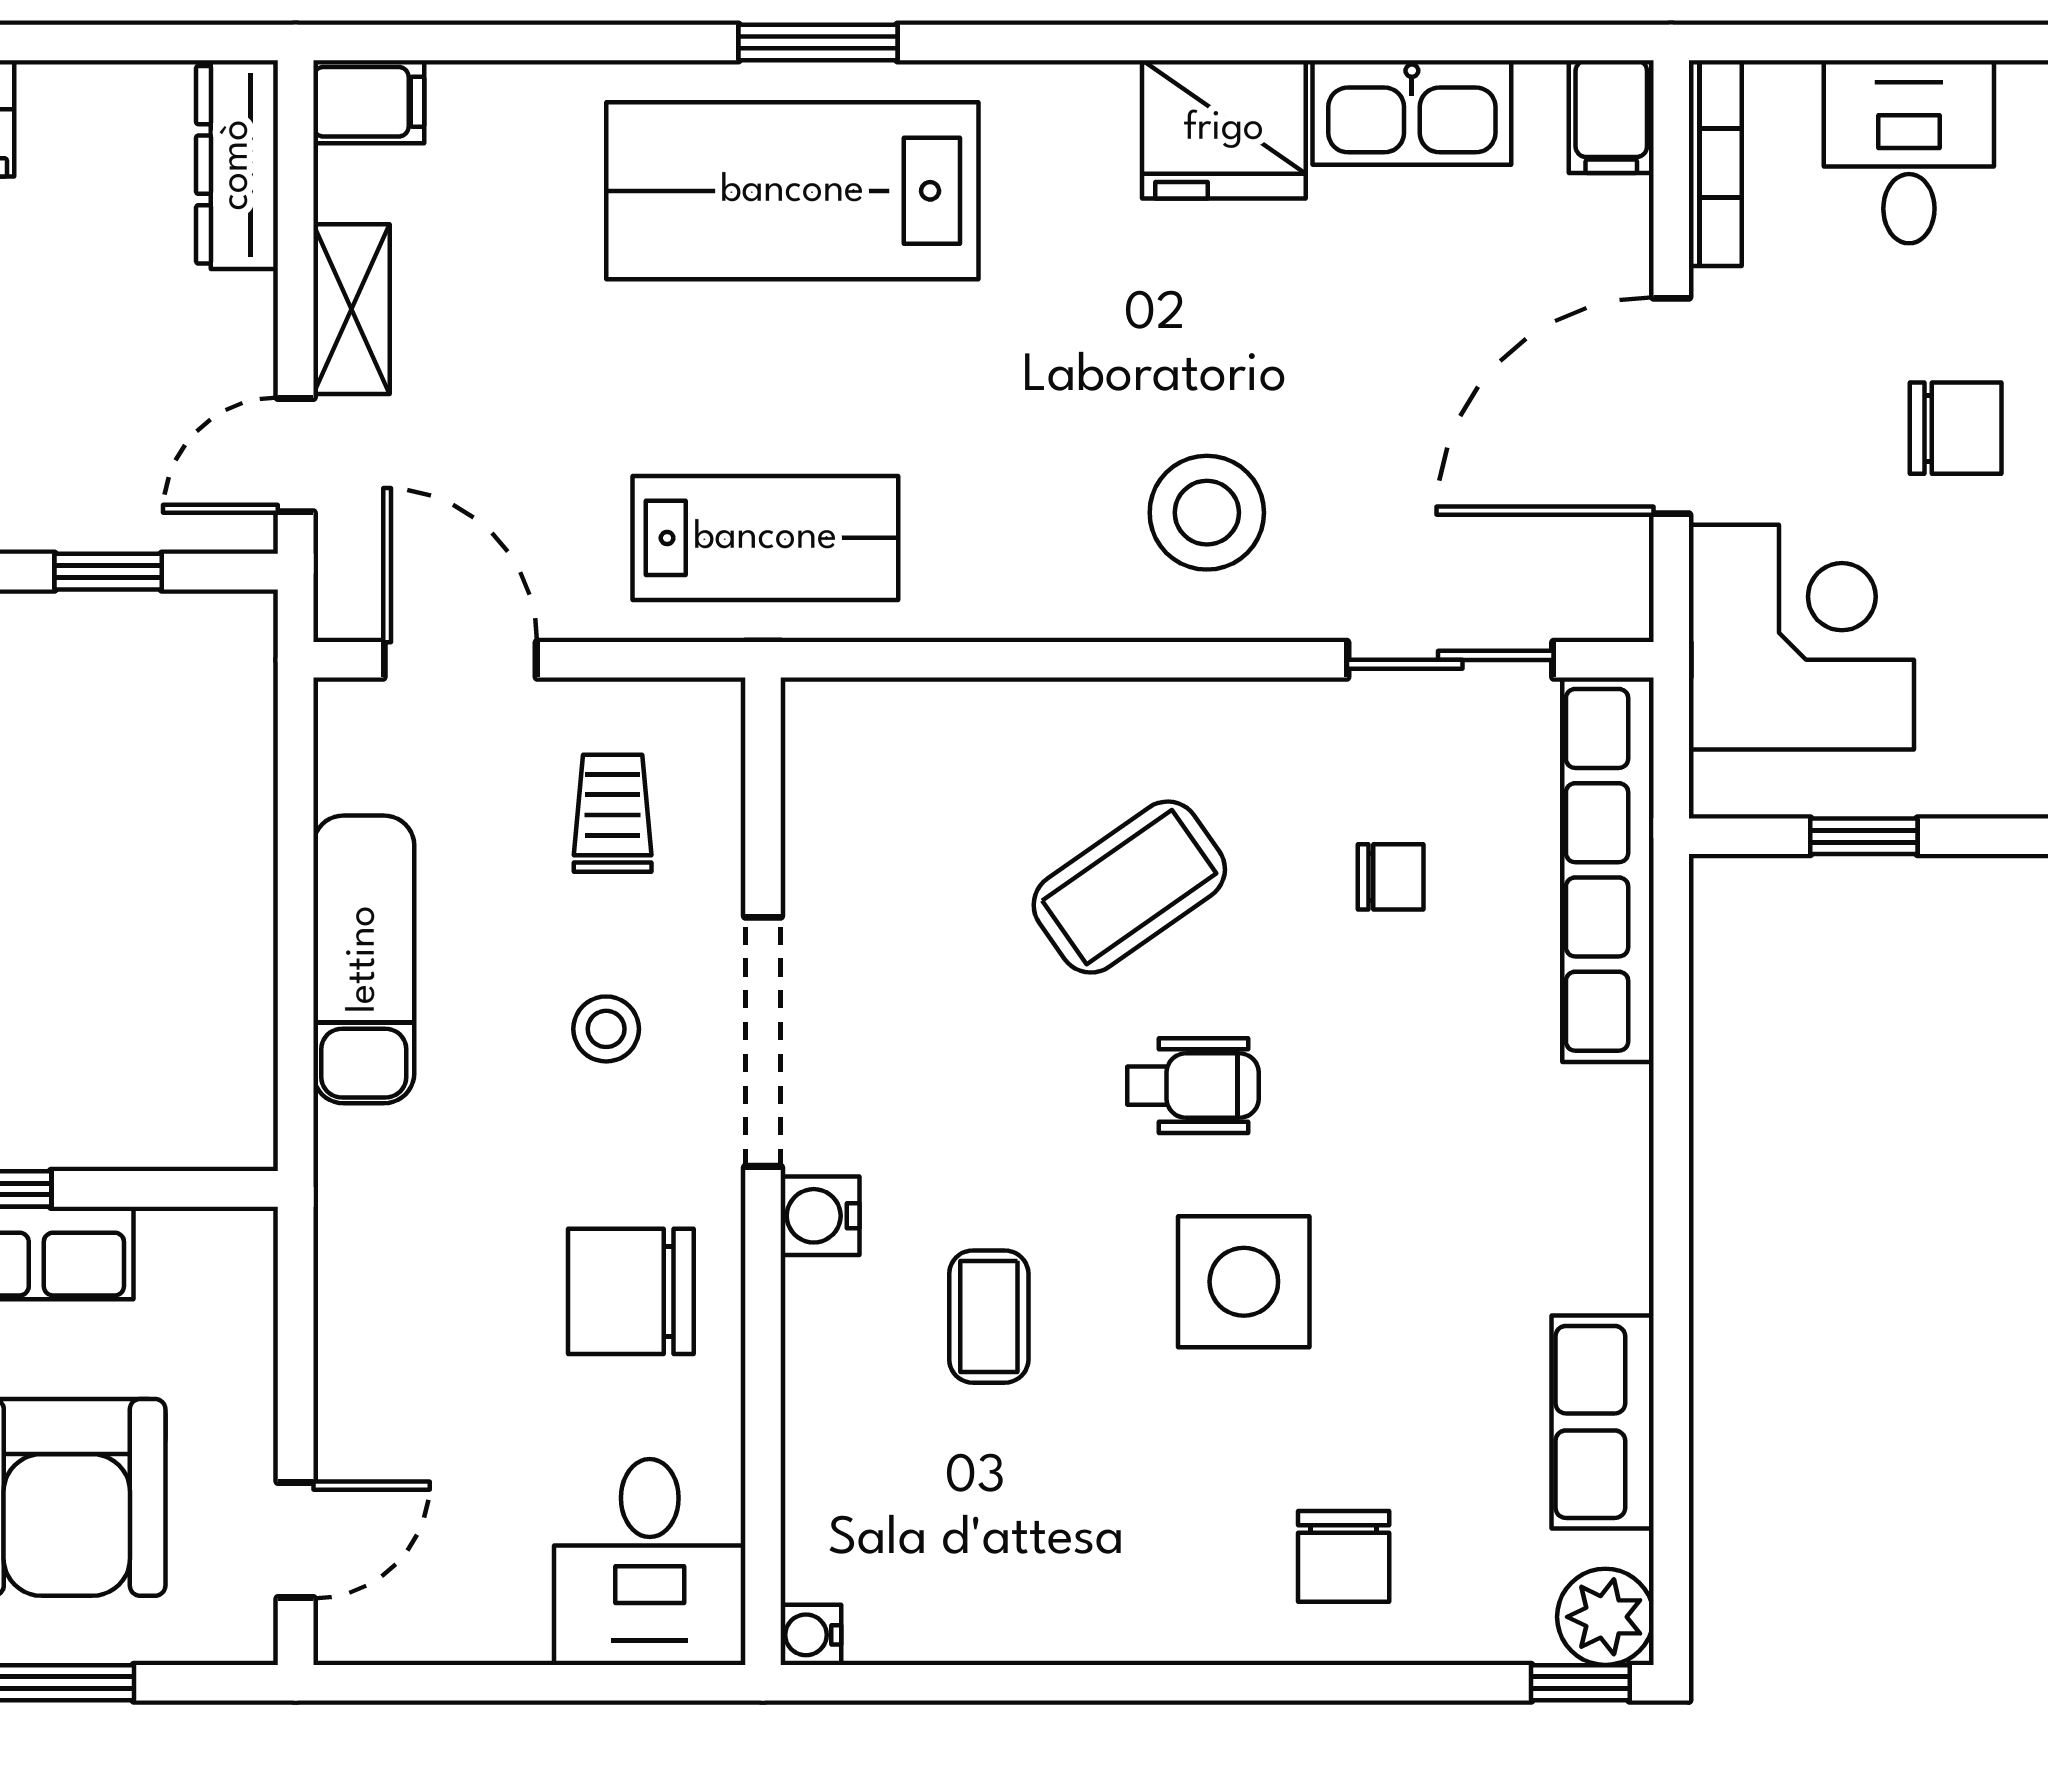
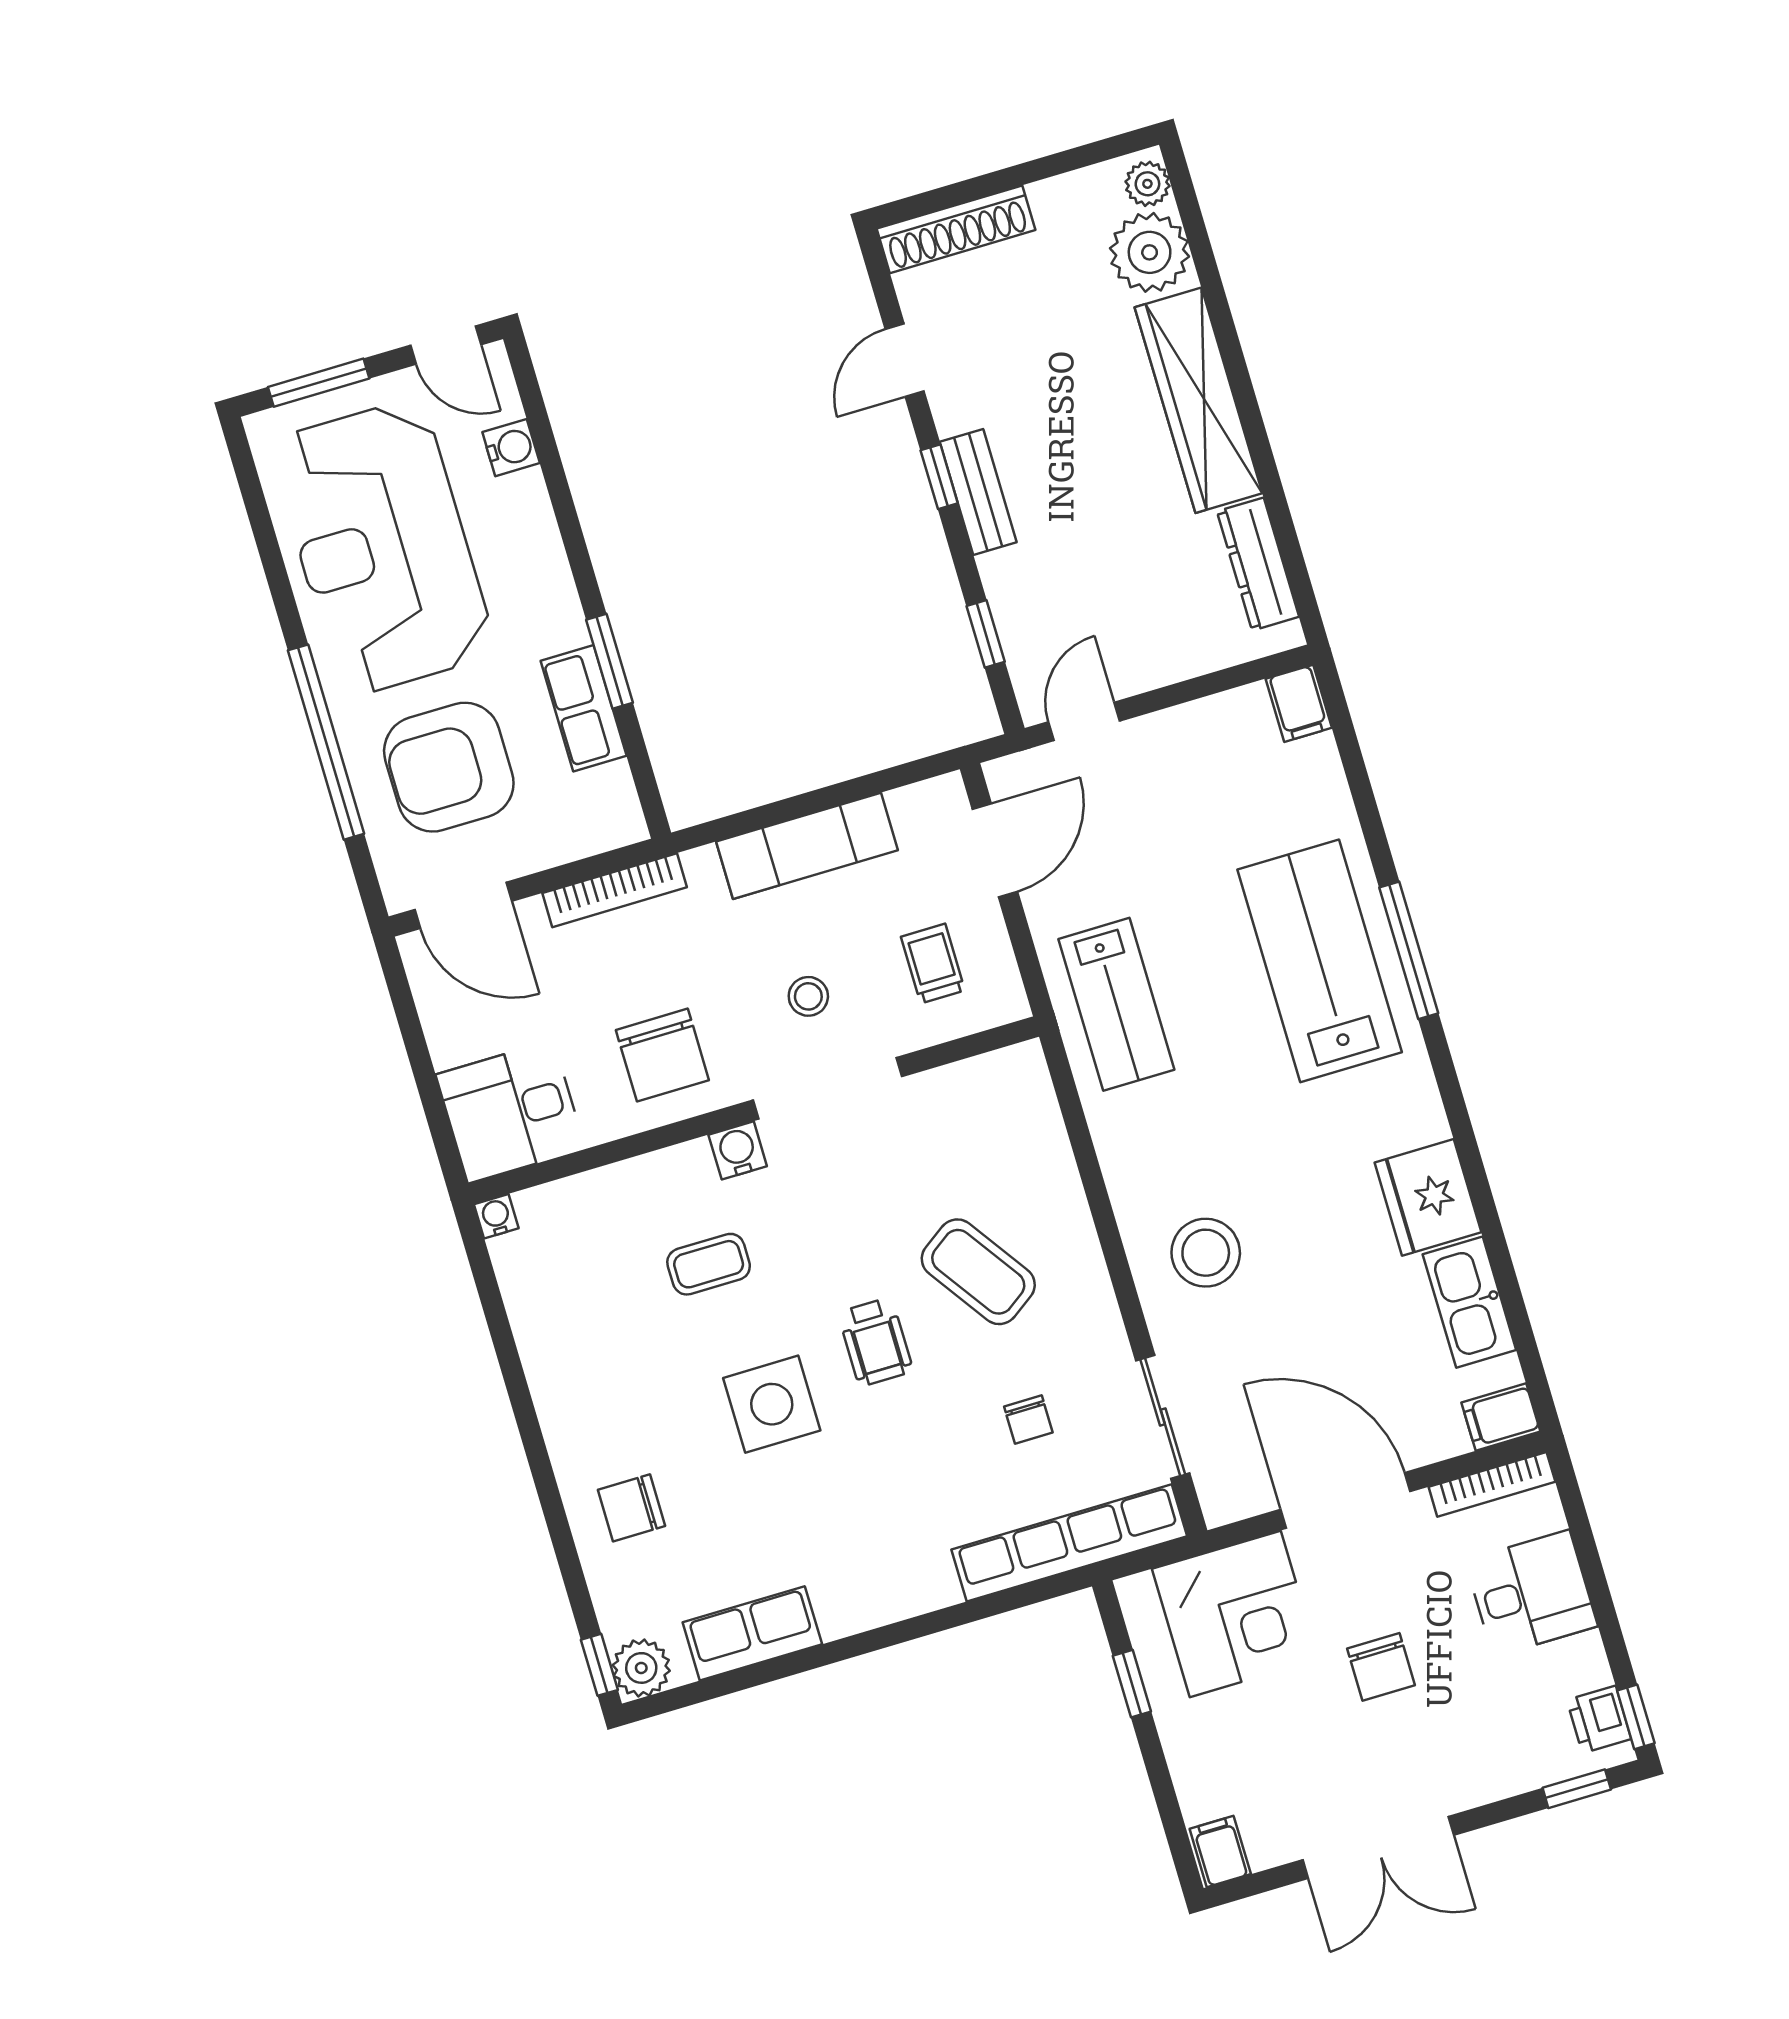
window: (818, 43) -> (1409, 950), width x1.44
dresser: (237, 165) -> (1258, 564), moved, turned -90
shelving: (351, 309) -> (1177, 729), removed
door: (296, 455) -> (1084, 721), hinge flipped
trolley: (613, 813) -> (933, 964), turned -90
bookcase: (343, 1290) -> (615, 890), added
chair: (631, 1291) -> (662, 1055), turned 180
door: (296, 1540) -> (463, 905), width x1.38

